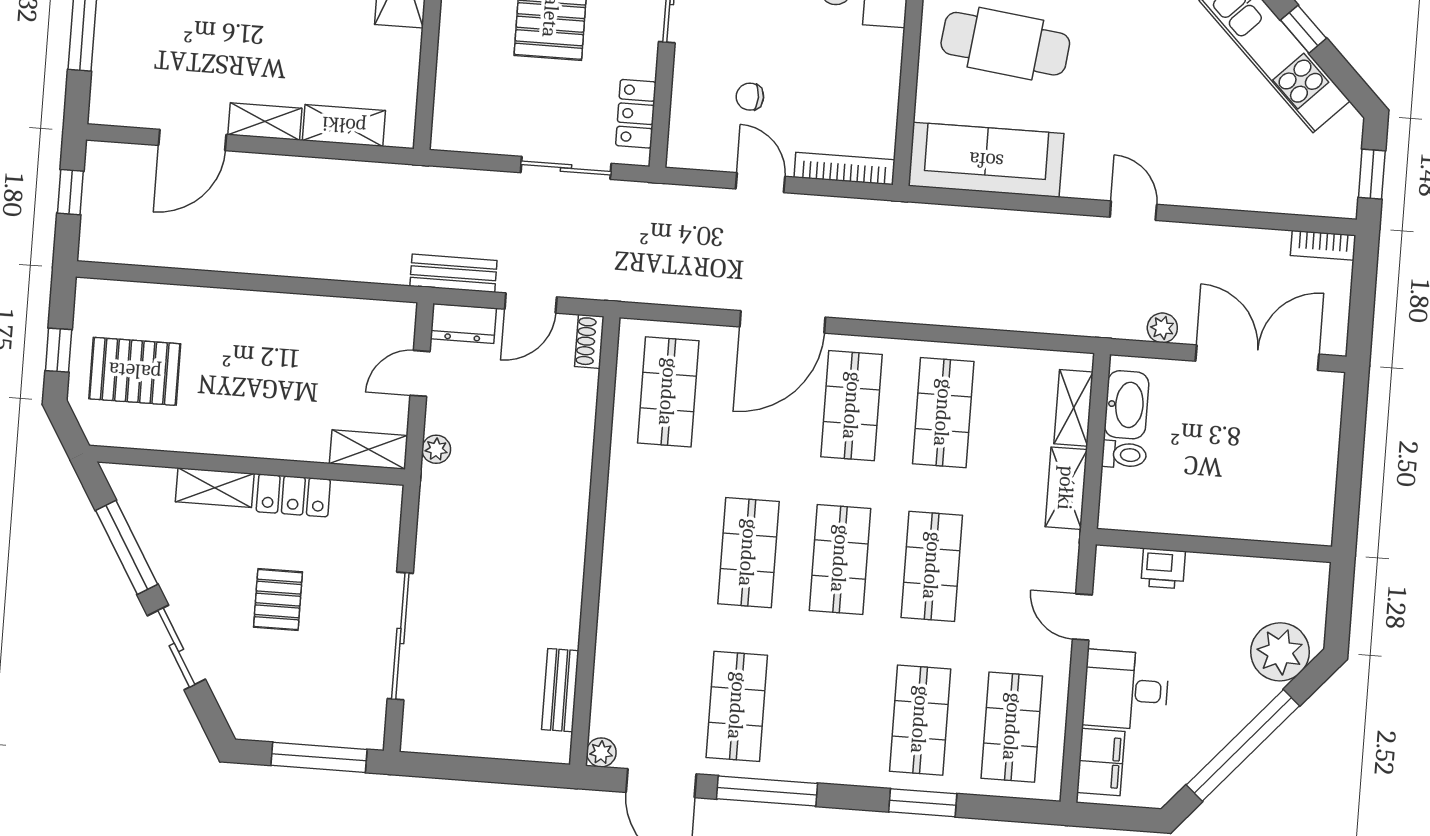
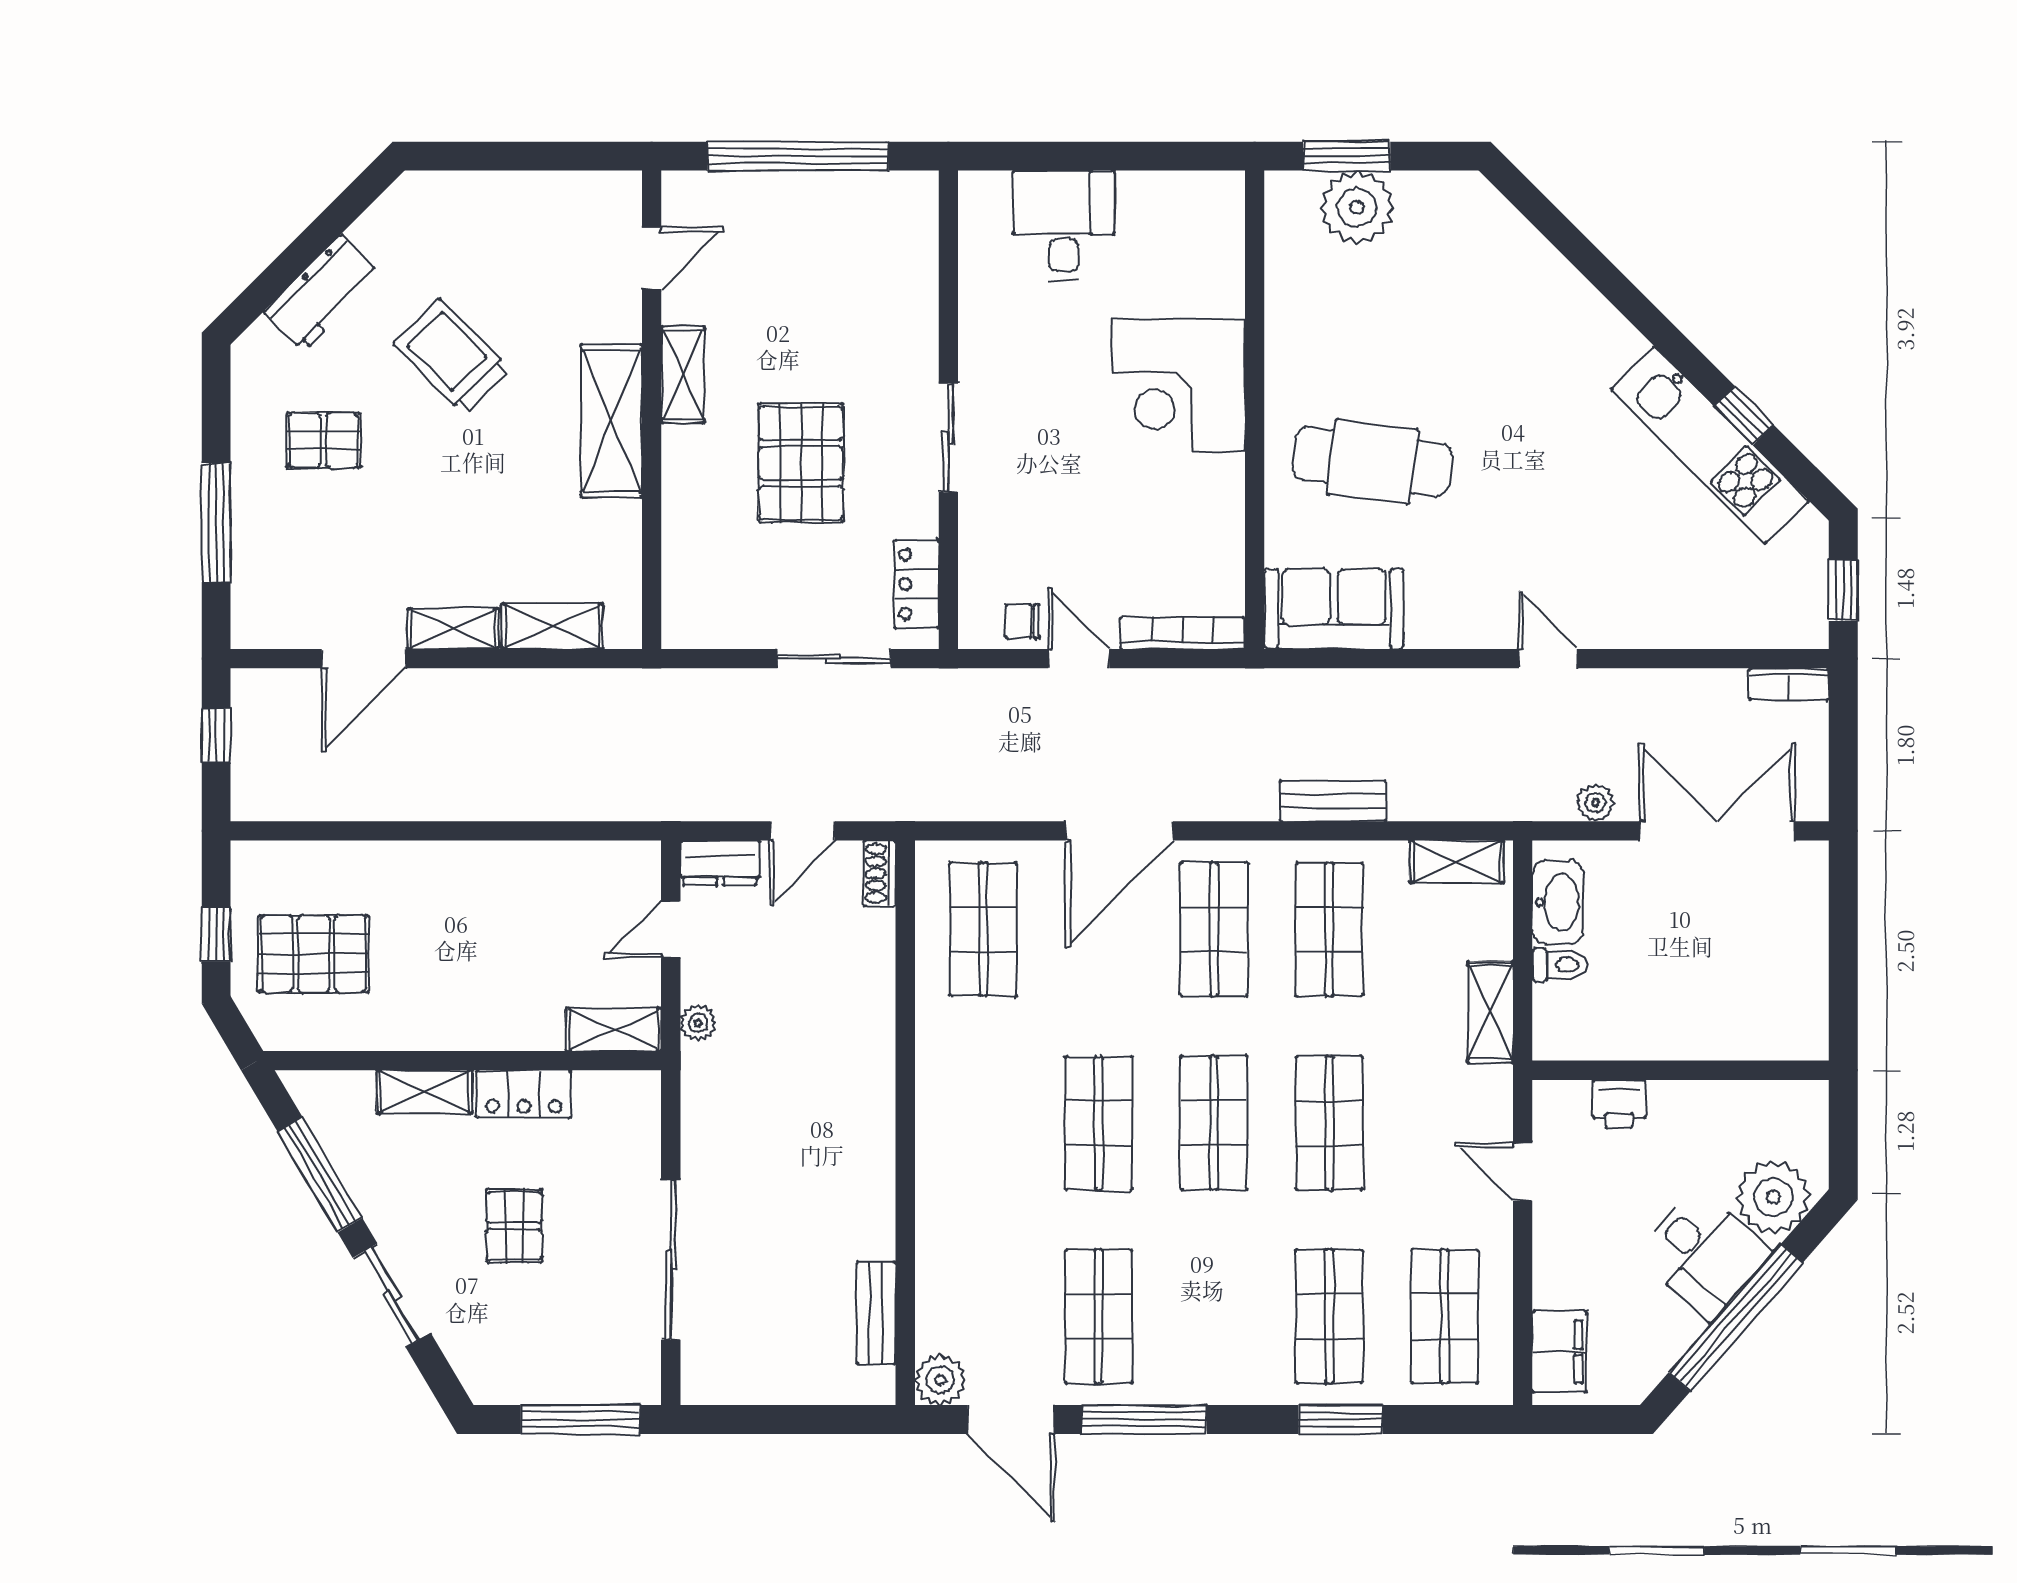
chair: (750, 97) -> (1023, 621), moved
sofa: (986, 160) -> (1334, 609), width x0.73
bench: (453, 273) -> (1333, 801), moved
shelving: (1074, 408) -> (1457, 862), moved, turned 90
desk: (1126, 690) -> (1704, 1254), moved, turned -139
plant: (601, 752) -> (940, 1380), width x1.38, depth x1.38

